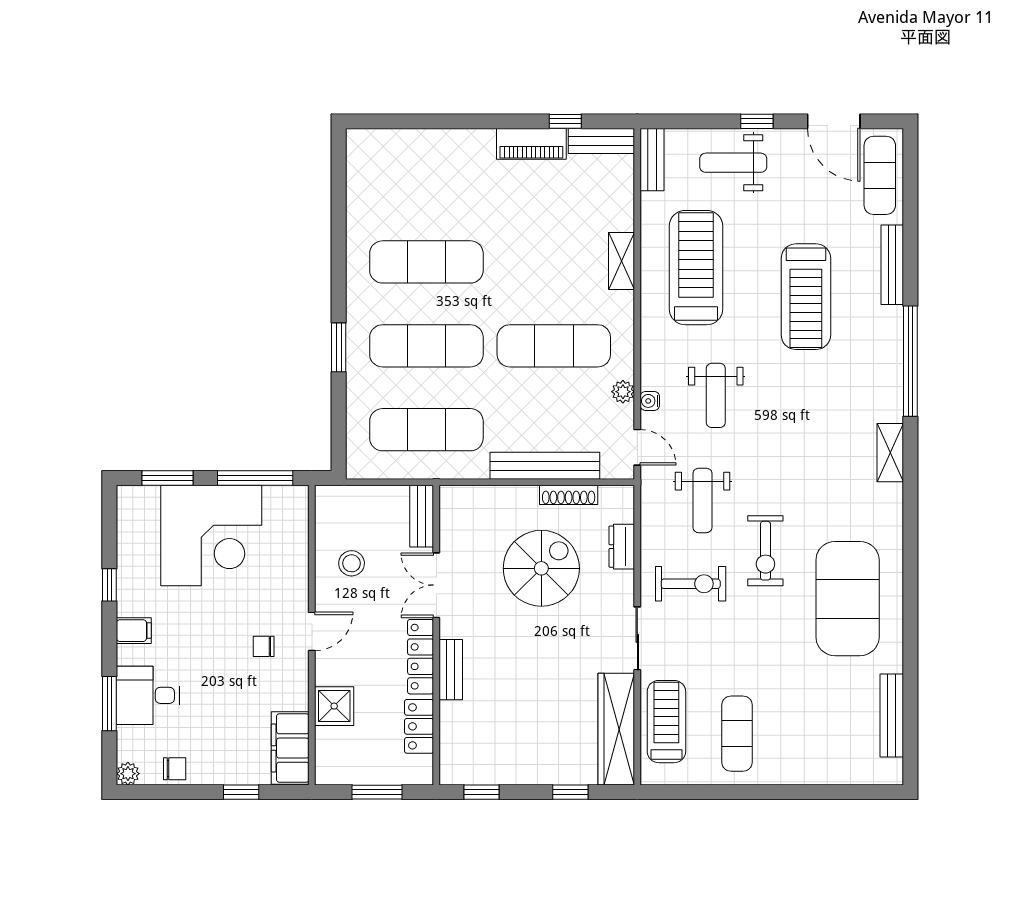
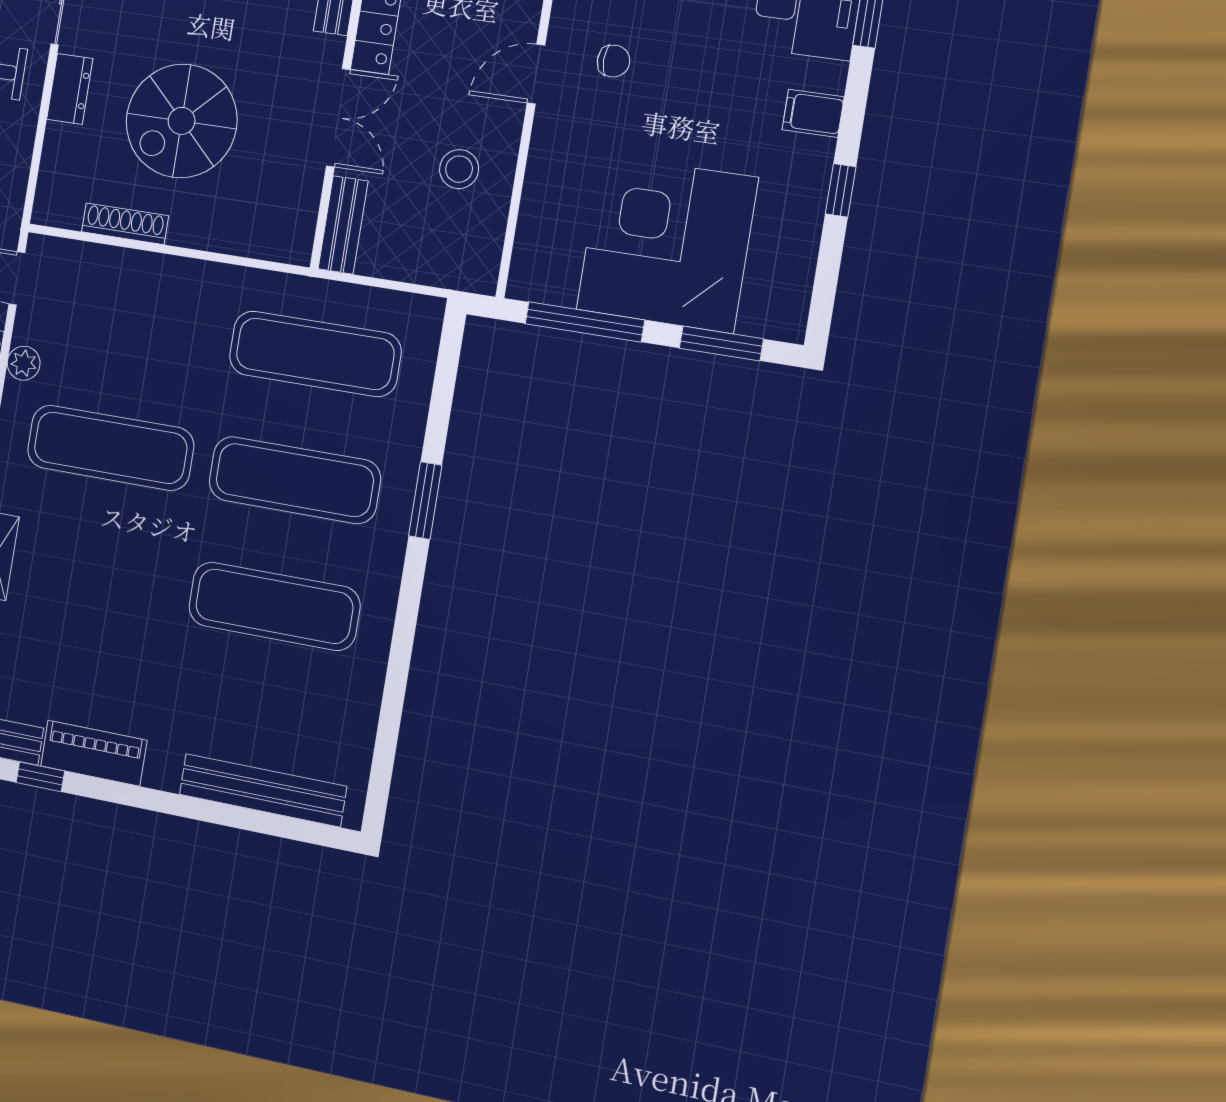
bench: (545, 466) -> (263, 790), moved
dresser: (622, 547) -> (70, 89), moved

